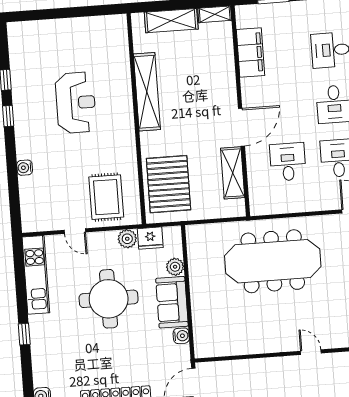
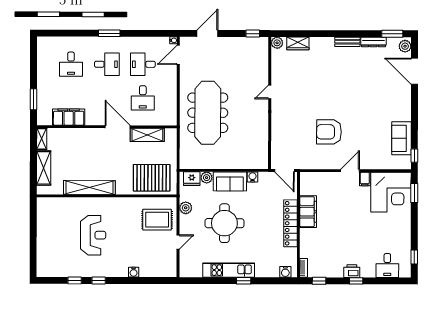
reception desk: (76, 103) -> (93, 235), turned 90
desk: (288, 162) -> (143, 98), turned -90
fridge: (150, 238) -> (192, 179), moved, turned 90
kitchen unit: (36, 275) -> (229, 270), moved

